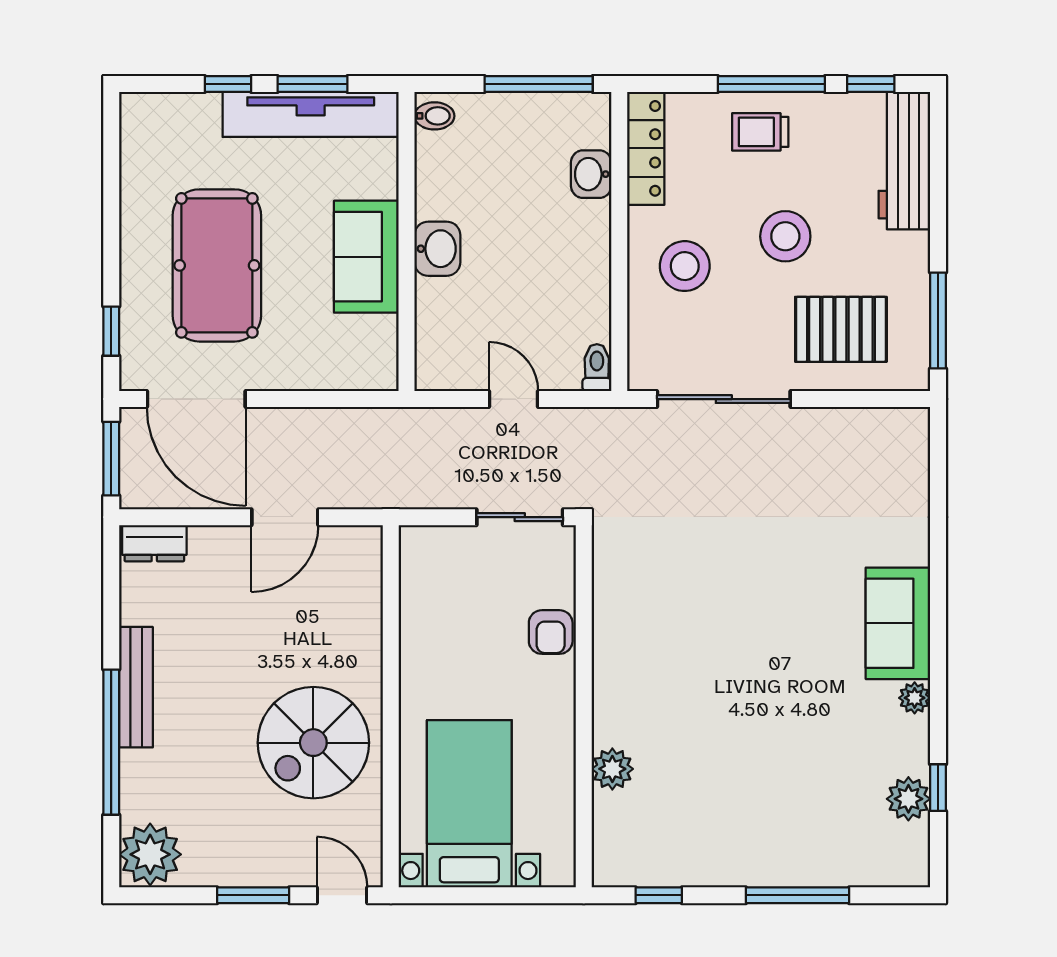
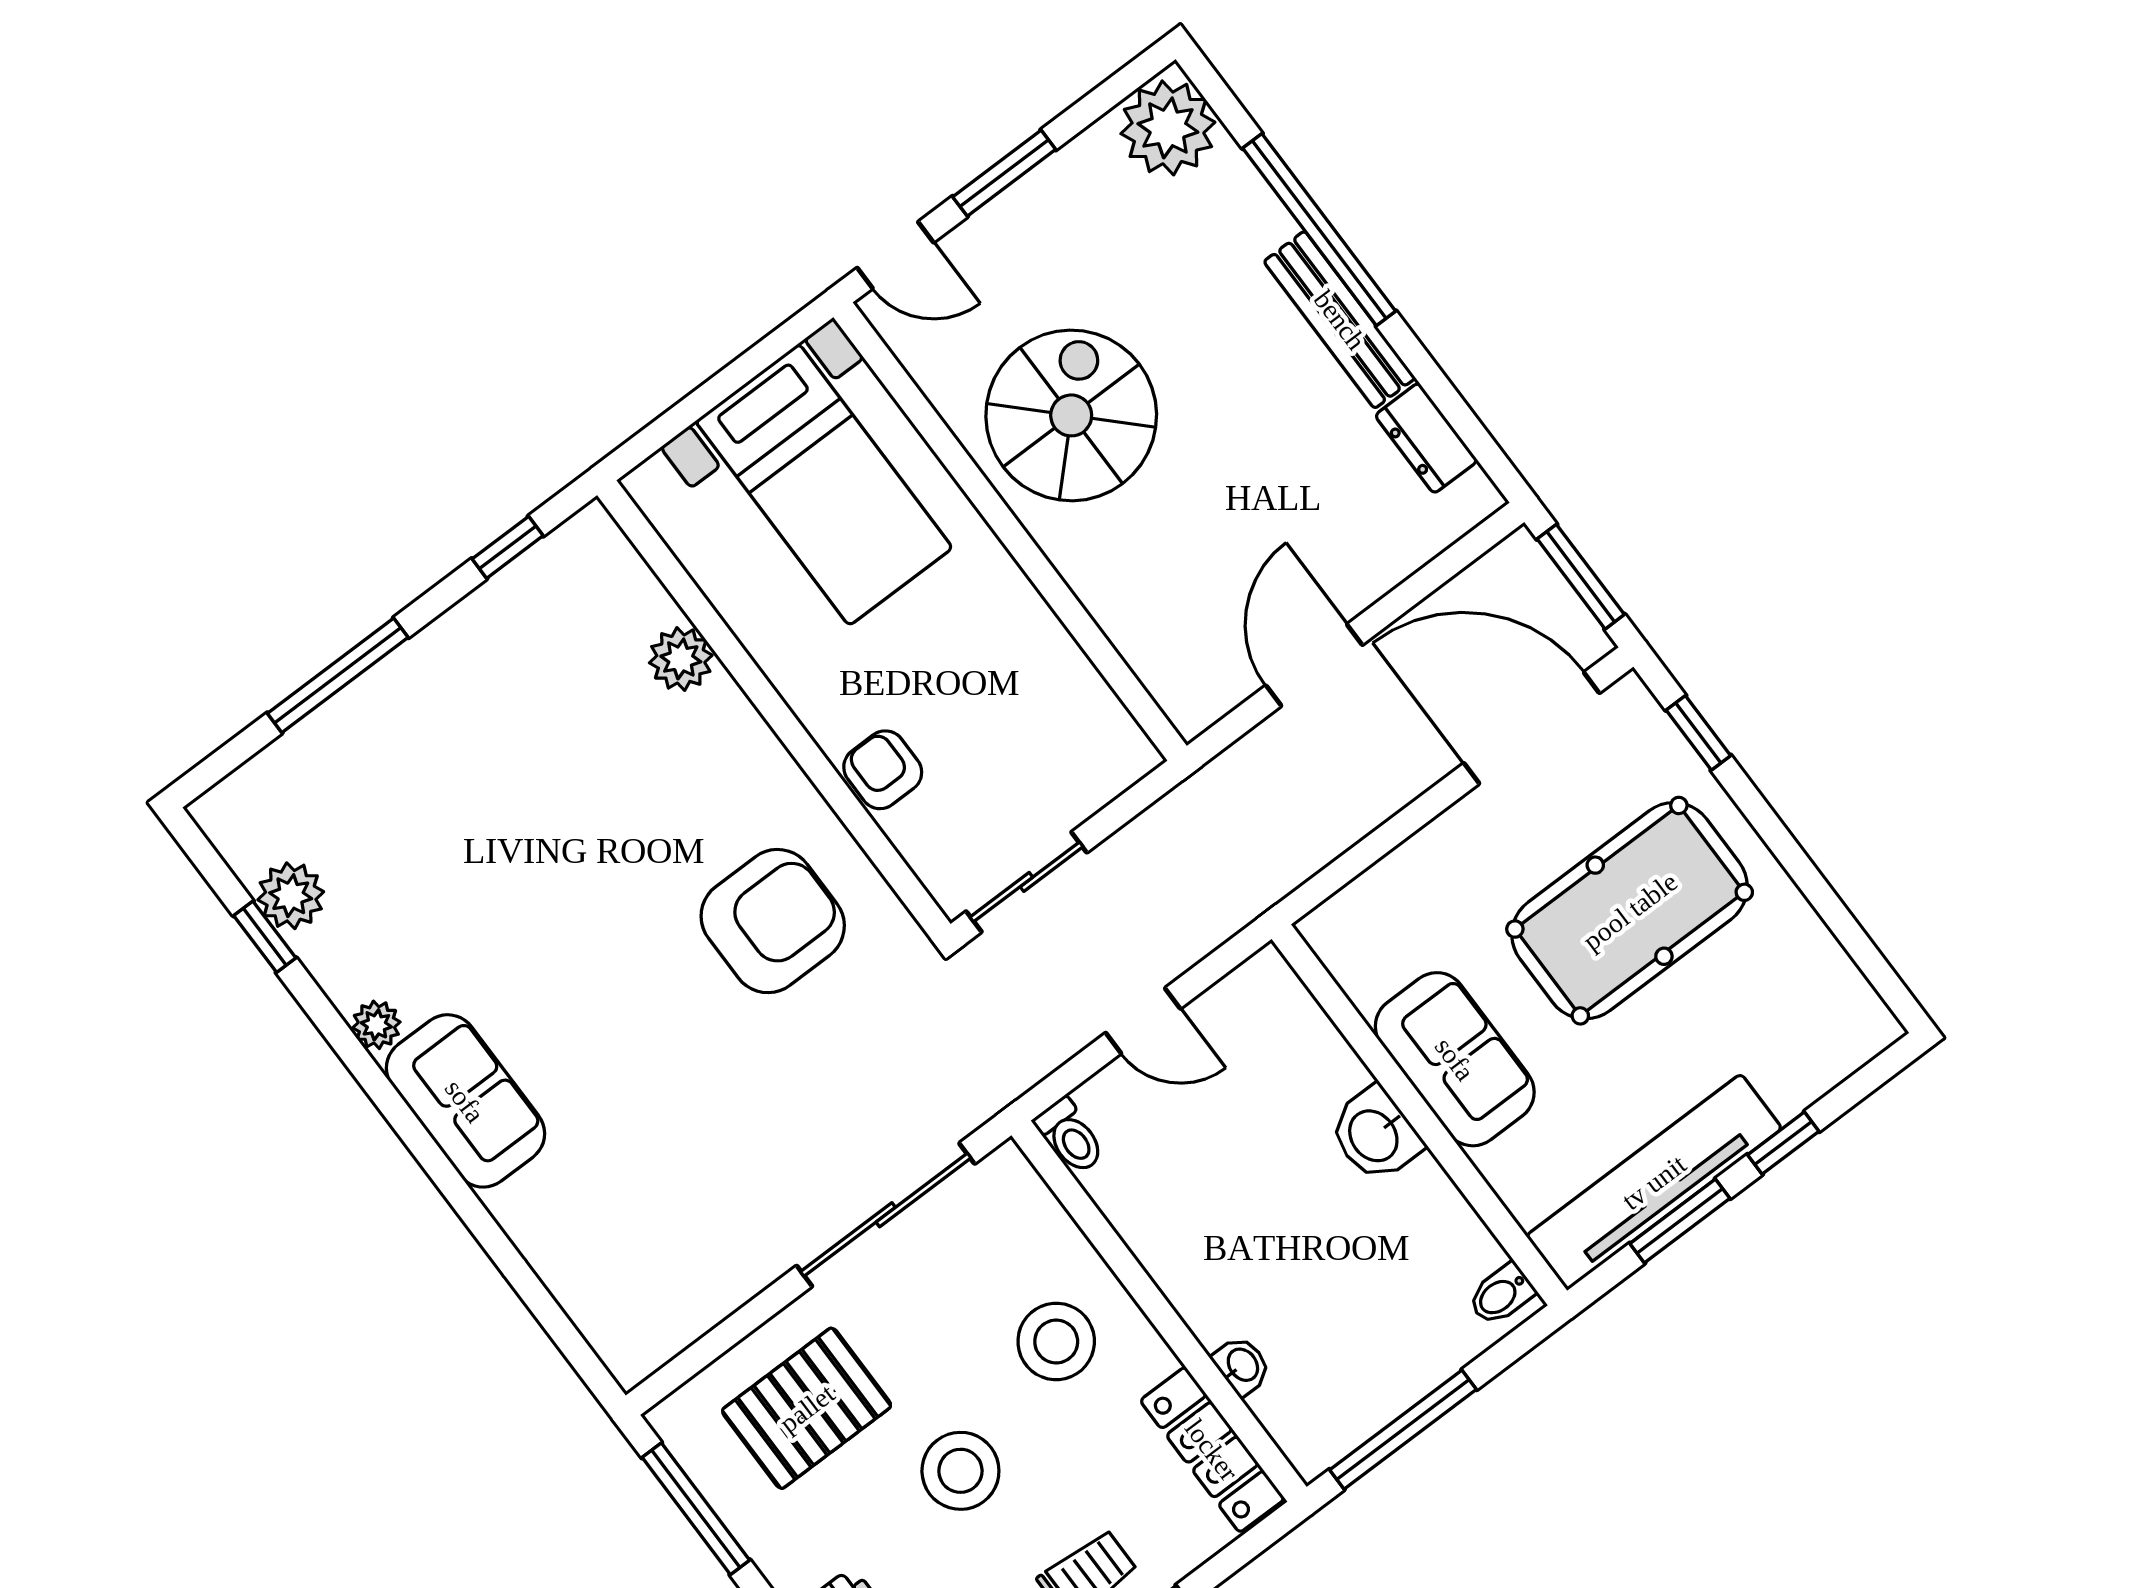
washbasin: (591, 174) -> (1242, 1365), width x0.72, depth x0.69
pool table: (217, 265) -> (1630, 911), turned 90
dresser: (154, 543) -> (1426, 438), moved, turned -90
armchair: (667, 596) -> (773, 921), added

